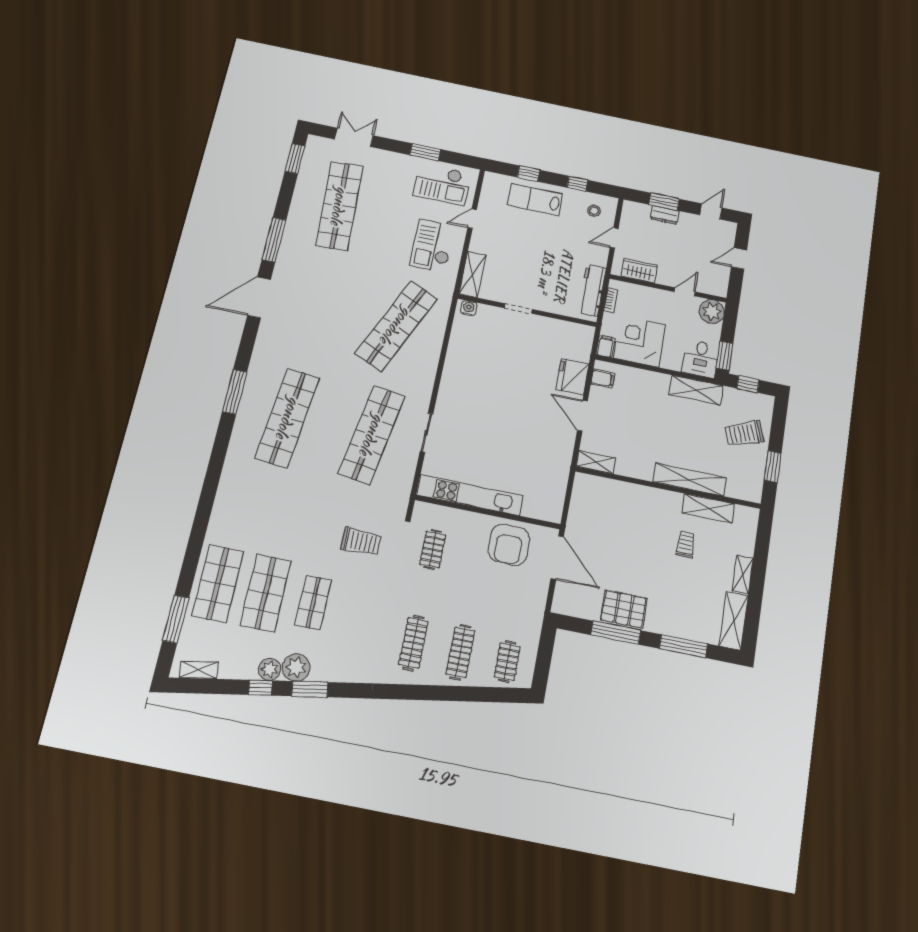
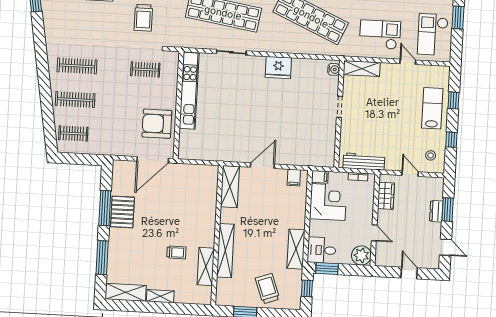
fridge: (572, 377) -> (278, 67), moved, turned 180
shelving: (596, 462) -> (230, 187), width x1.50, depth x1.33

